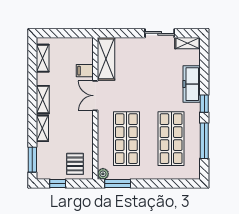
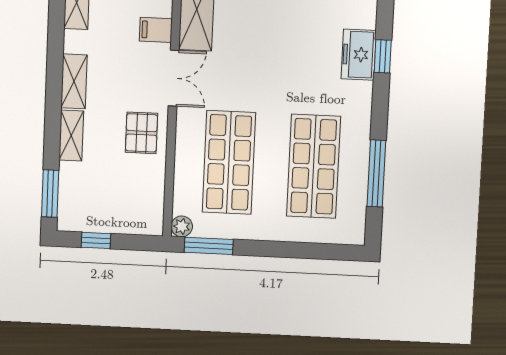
freezer: (192, 84) -> (359, 55), width x0.71
double door: (95, 96) -> (174, 78), swing flipped
window: (204, 104) -> (383, 56), moved
pallet: (75, 164) -> (142, 133), moved

